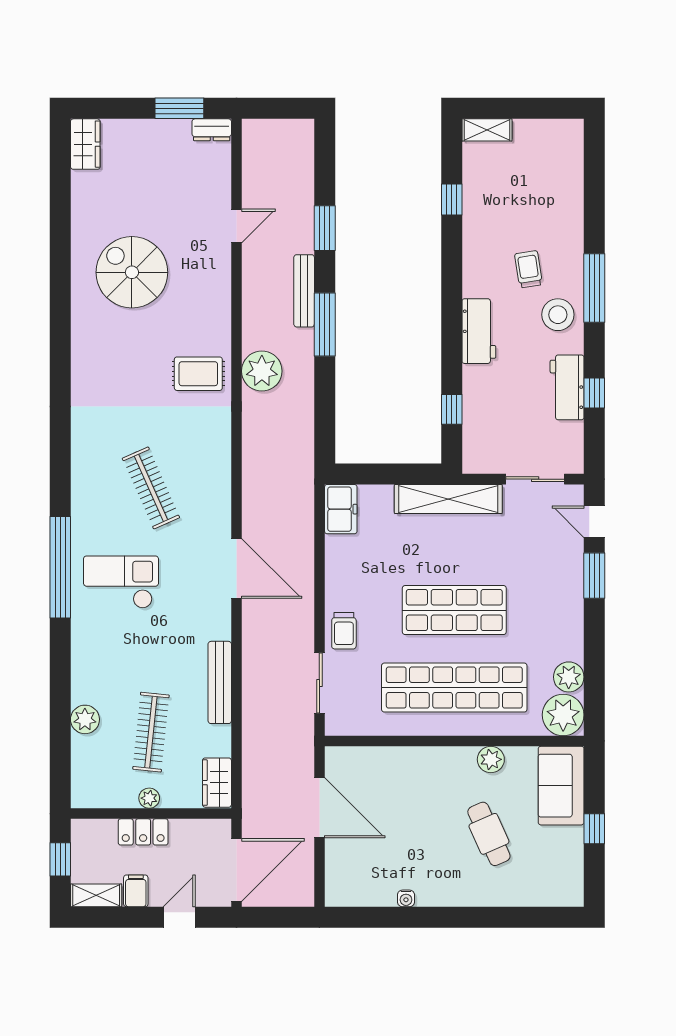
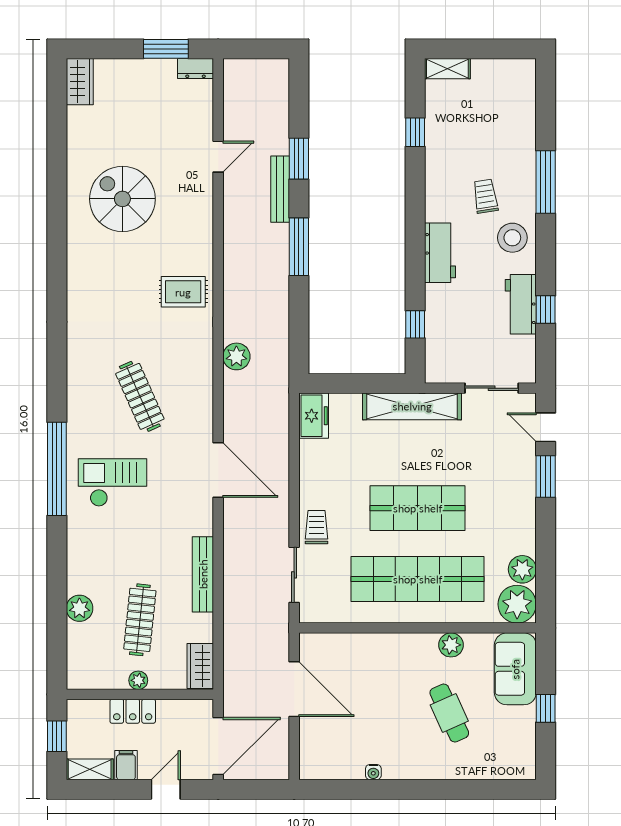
window: (594, 288) -> (546, 182), moved
bench: (304, 291) -> (280, 189), moved
plant: (262, 371) -> (236, 356), moved, width x0.73, depth x0.73
trolley: (344, 631) -> (316, 527), turned 180

